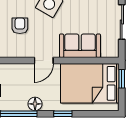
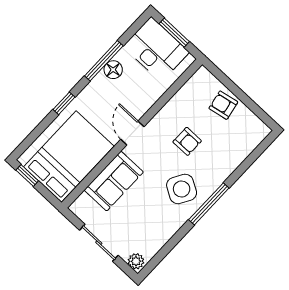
window: (122, 79) -> (27, 175), moved
floor lamp: (35, 104) -> (113, 70), moved

